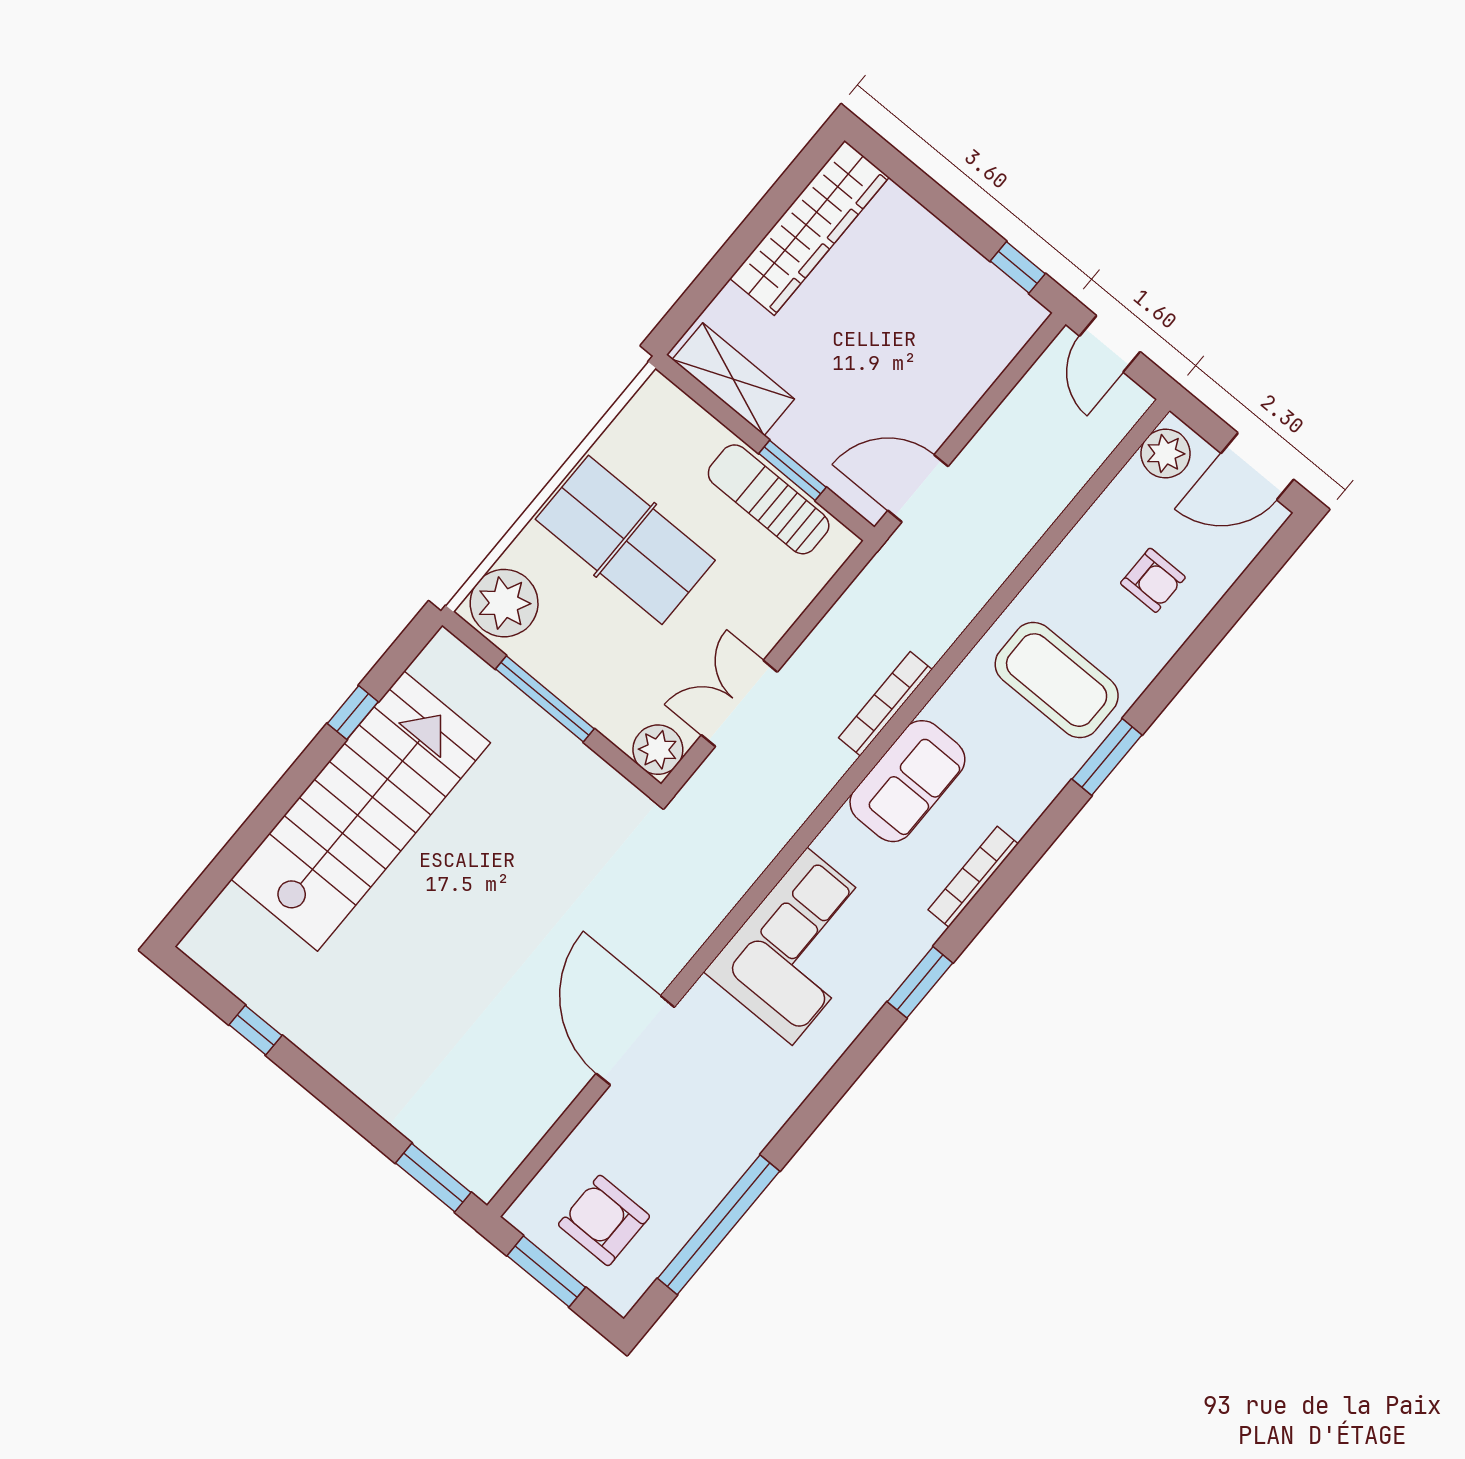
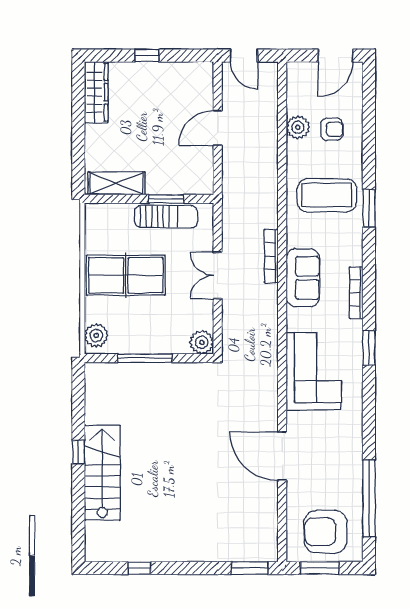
wardrobe: (809, 228) -> (96, 92), width x0.71, depth x0.85
window: (1018, 267) -> (147, 56), moved
plant: (1166, 454) -> (298, 127), moved
door: (918, 488) -> (218, 128), moved
sun lounger: (769, 499) -> (166, 217), turned 180
plant: (504, 603) -> (96, 335), width x0.73, depth x0.73
double door: (739, 703) -> (218, 275), moved
window: (353, 713) -> (78, 452), moved
stairs: (361, 811) -> (102, 473), width x0.73, depth x0.66
armchair: (604, 1220) -> (325, 532), width x1.36, depth x1.36

